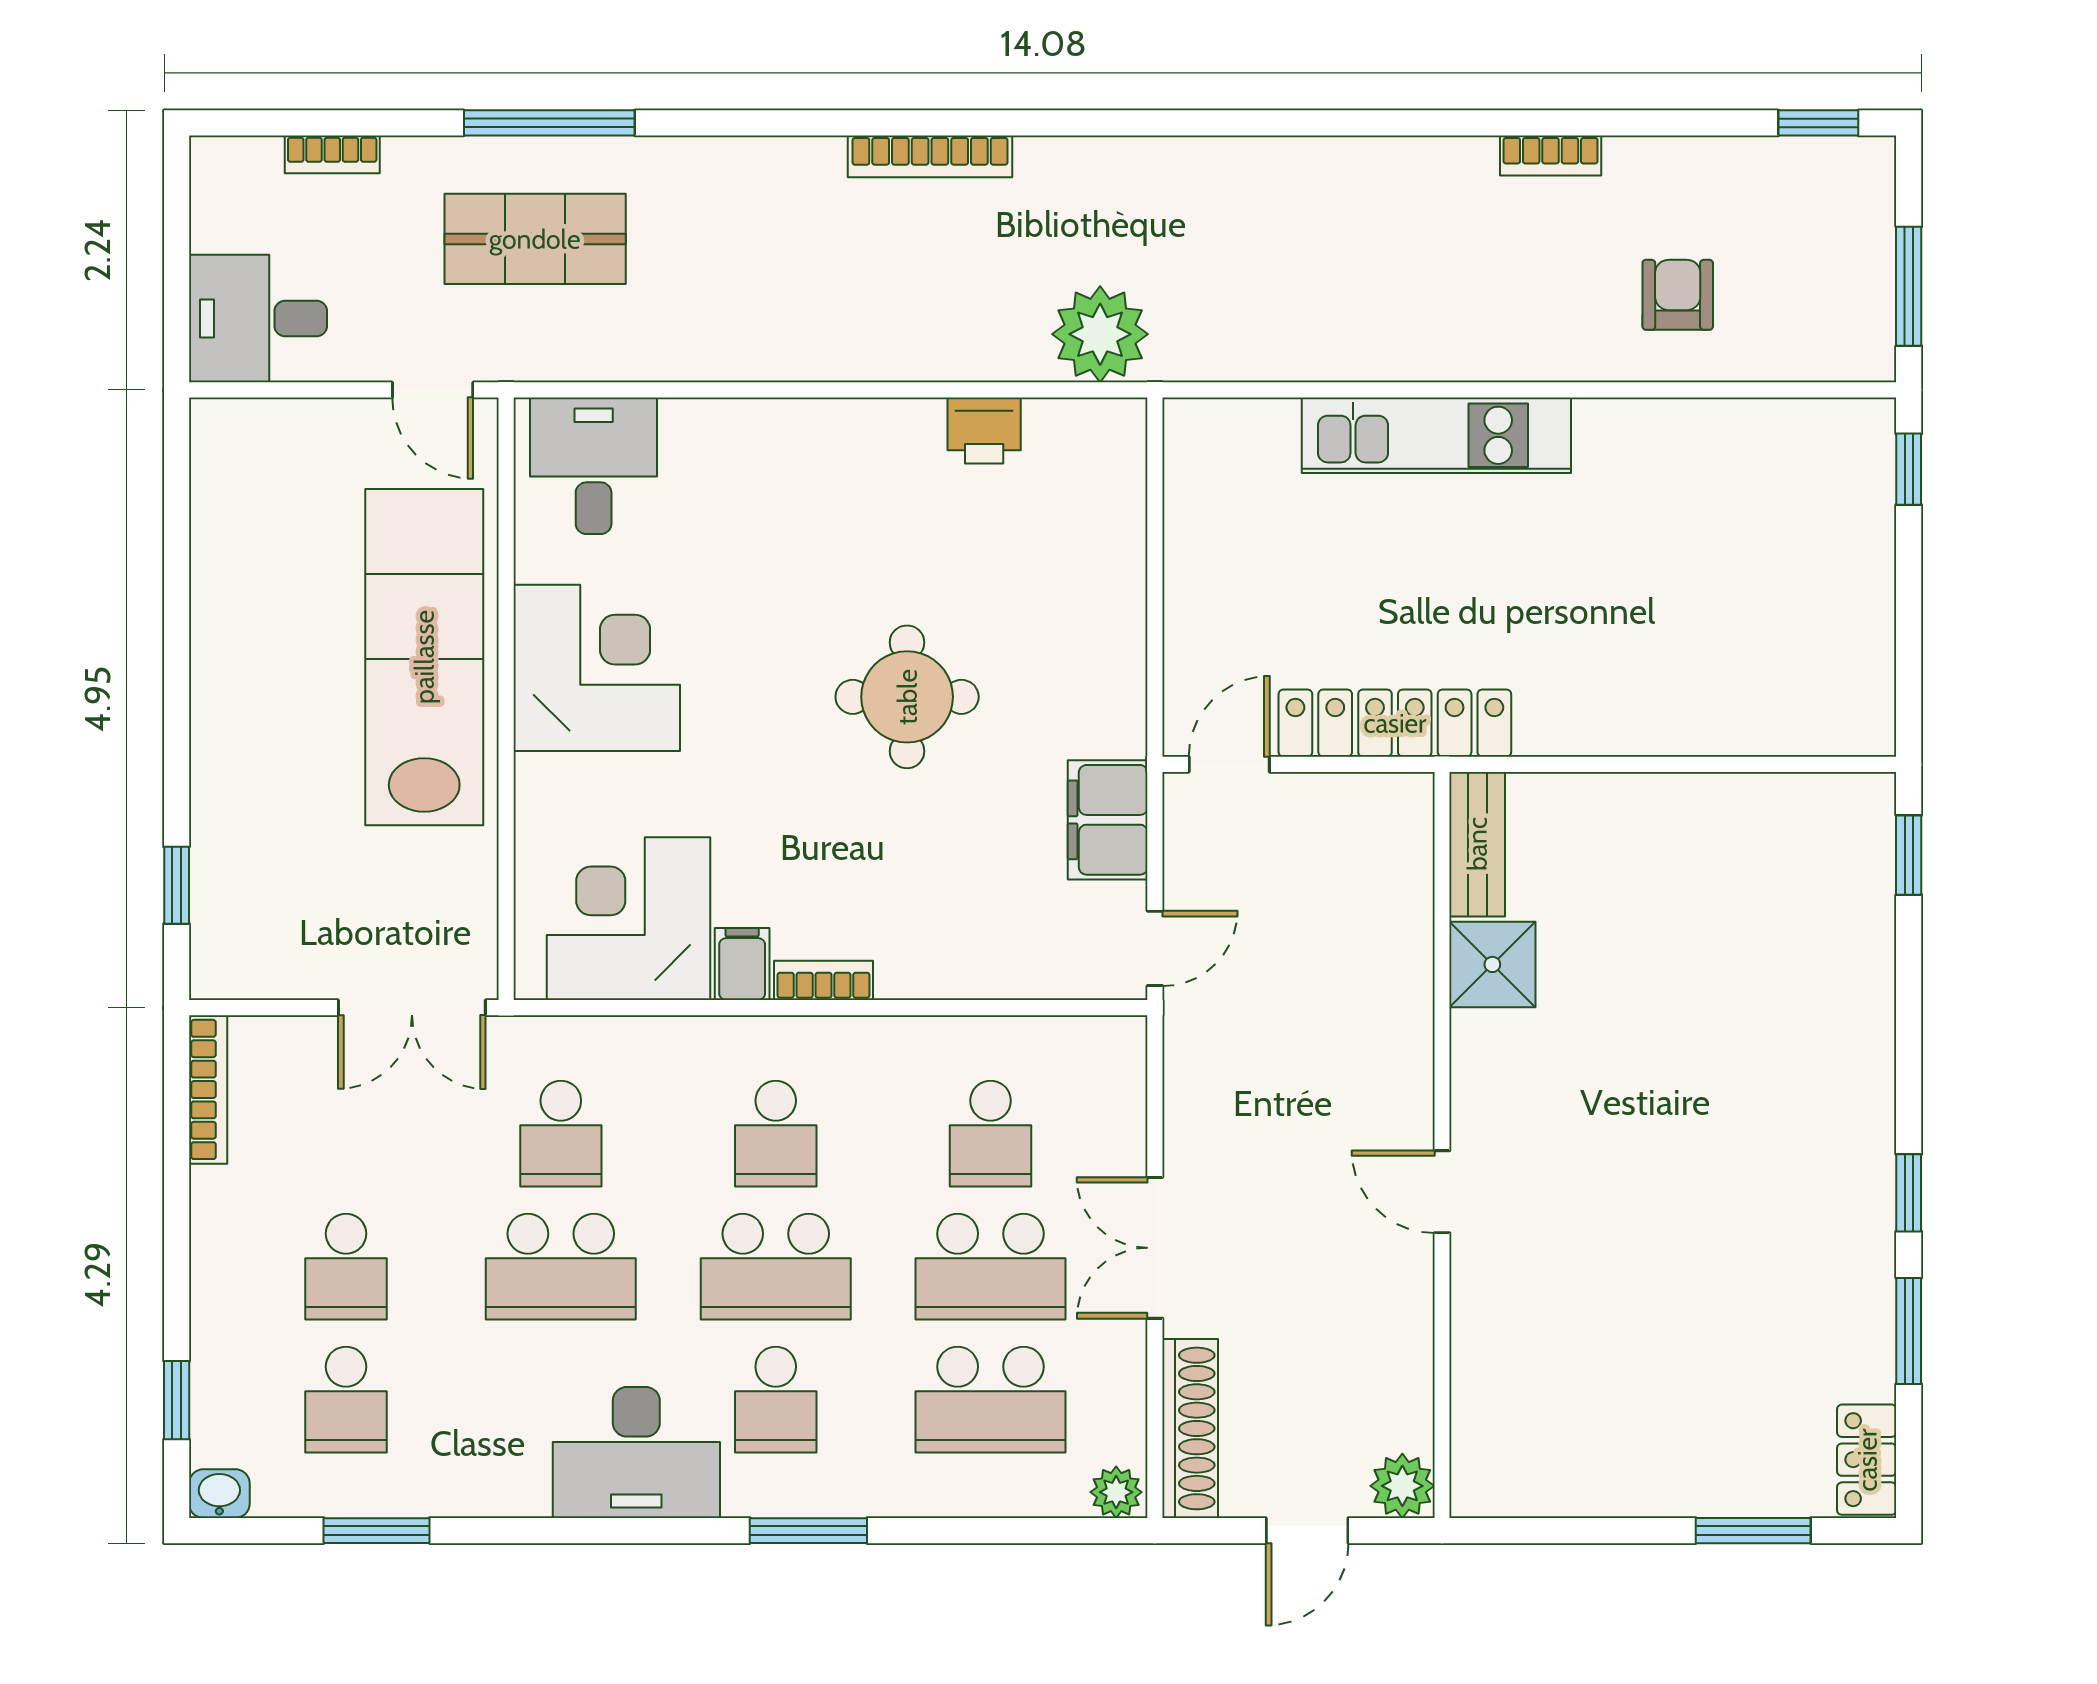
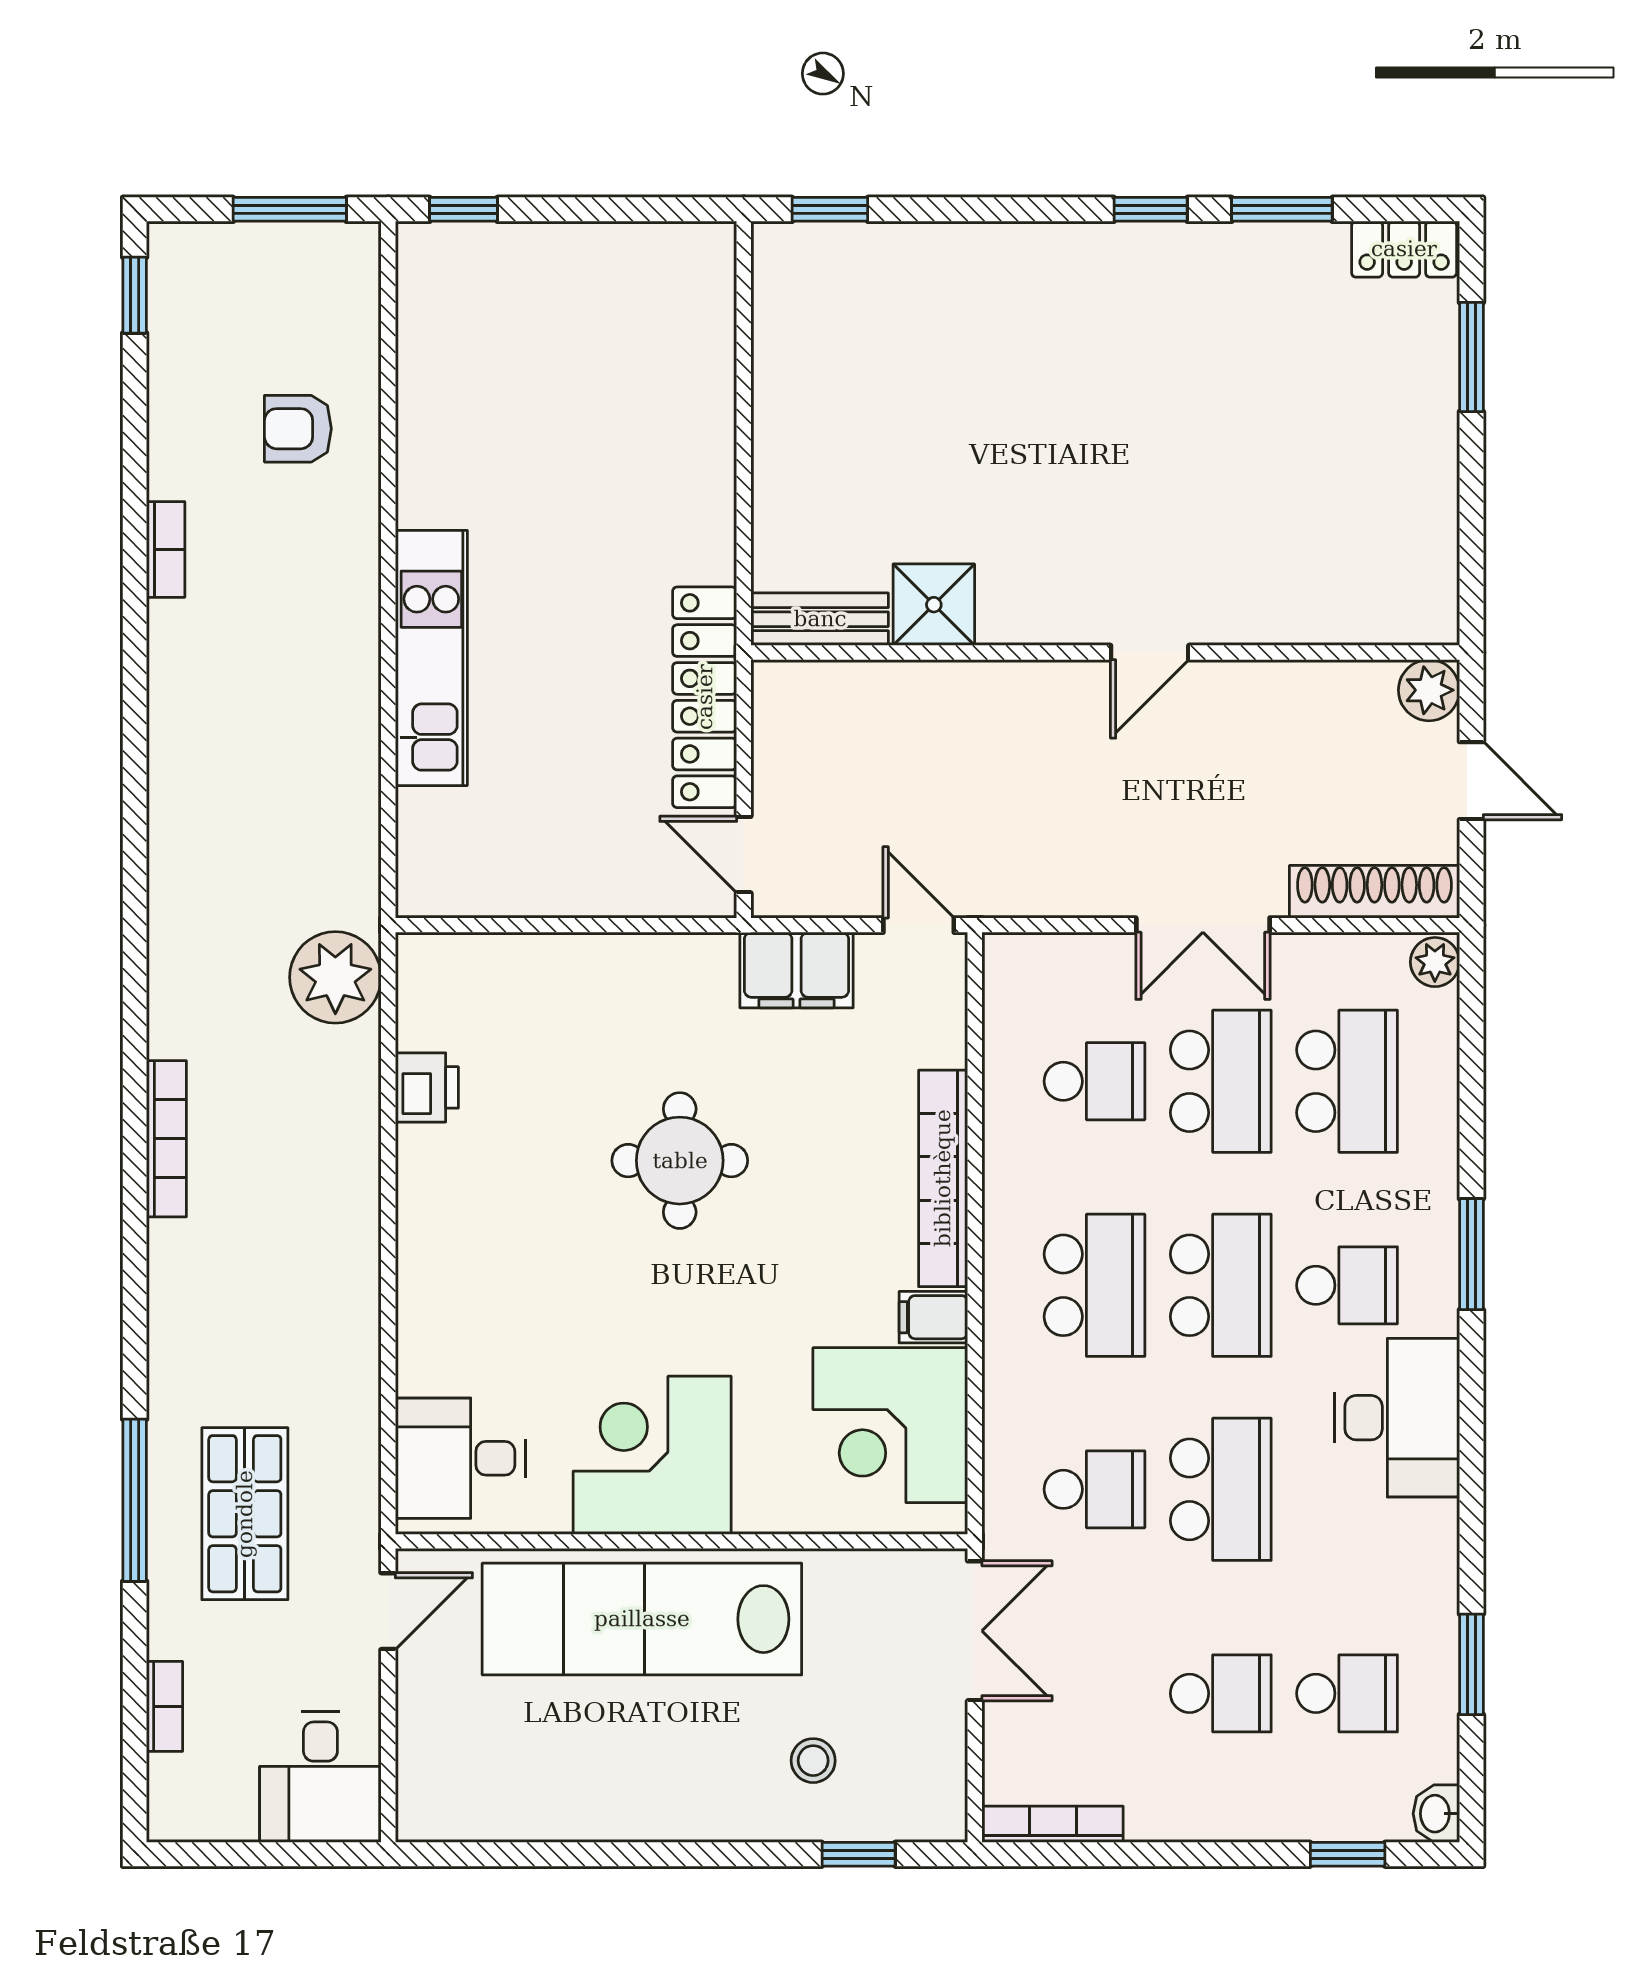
stool: (275, 837) -> (813, 1761), added
bookcase: (824, 980) -> (943, 1178), width x2.31, depth x1.31
school desk: (776, 1134) -> (1094, 1285), width x1.85

